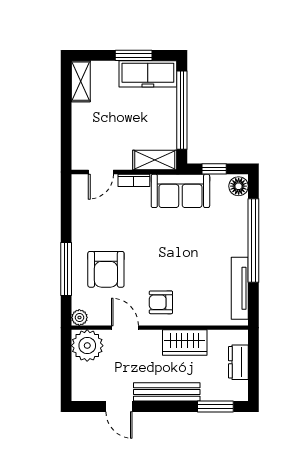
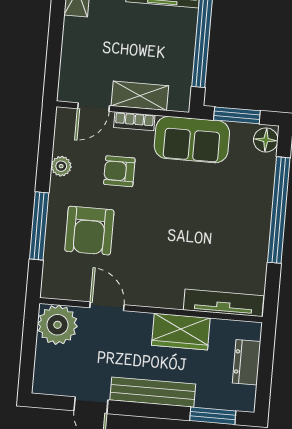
shelving: (155, 160) -> (140, 96), moved
window: (214, 169) -> (237, 115), width x1.50
tv unit: (240, 288) -> (223, 303), moved, turned 90
armchair: (161, 302) -> (119, 171), moved
plant: (79, 318) -> (61, 166), moved

